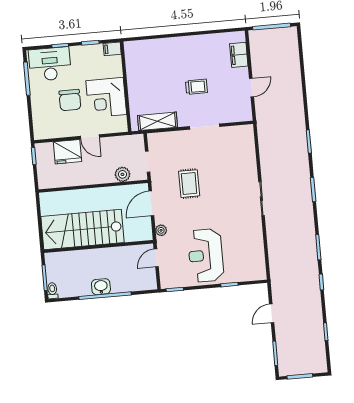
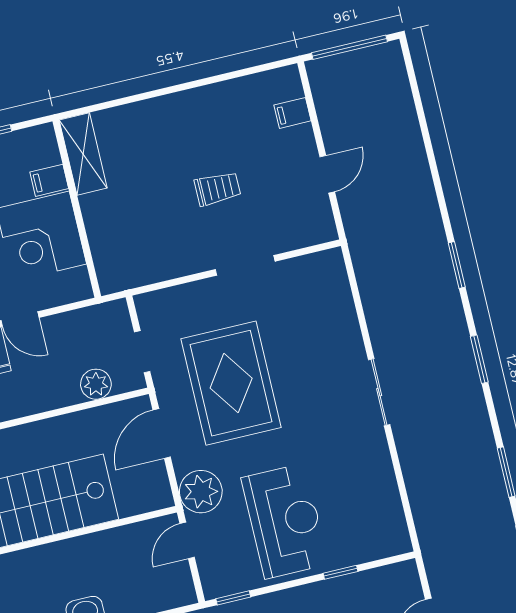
filing cabinet: (112, 49) -> (49, 180), moved
filing cabinet: (239, 55) -> (293, 113), width x0.50
shelving: (158, 121) -> (83, 154), moved, turned 90
rug: (189, 184) -> (231, 383), width x1.86, depth x2.06
plant: (161, 230) -> (201, 492), width x1.88, depth x1.88
reception desk: (206, 255) -> (285, 521), turned 180

